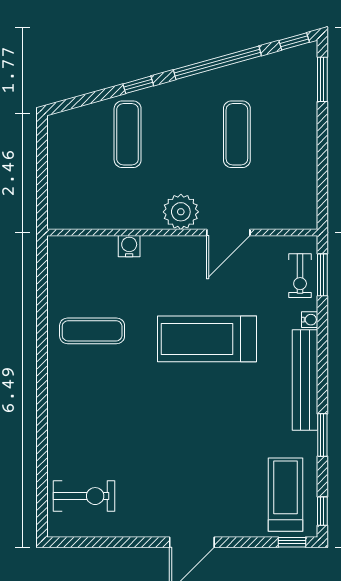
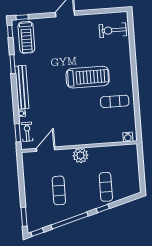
door: (228, 232) -> (46, 149), moved
water cooler: (129, 246) -> (128, 137), moved
treadmill: (207, 339) -> (88, 77), moved

